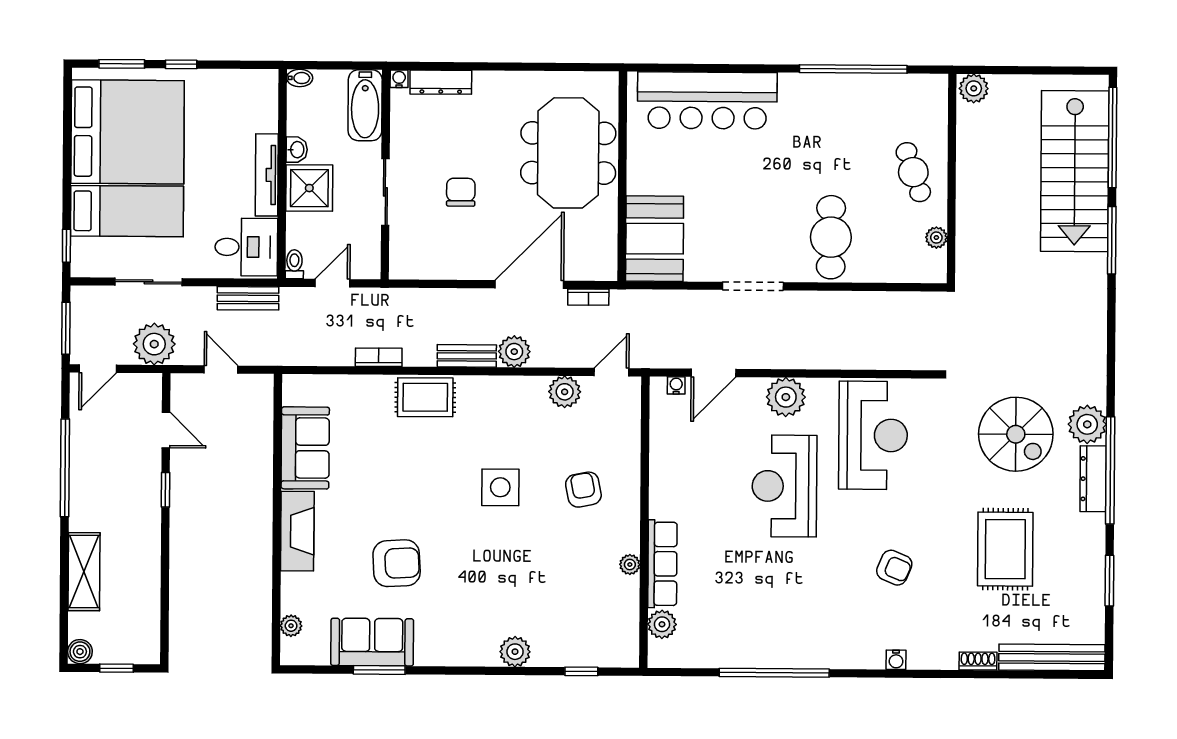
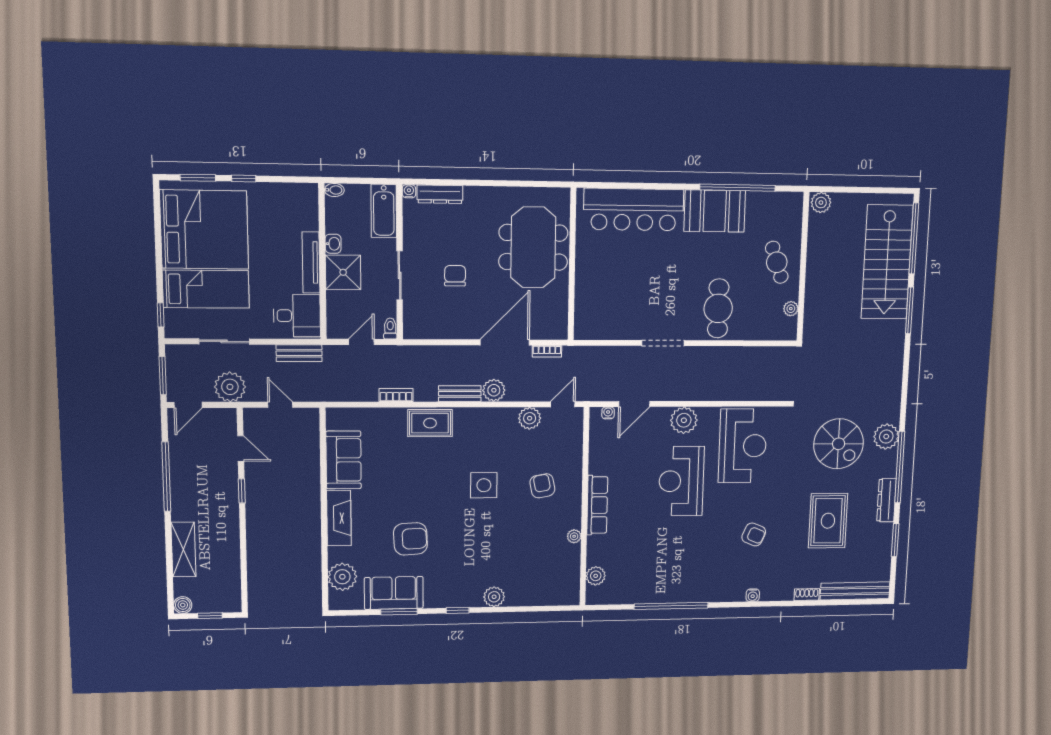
booth: (655, 239) -> (715, 211), moved, turned 90
toilet: (294, 264) -> (390, 329), moved
dresser: (1093, 479) -> (887, 500), moved
row of seats: (662, 564) -> (597, 505), moved
plant: (291, 626) -> (342, 577), width x1.88, depth x1.88
window: (581, 671) -> (458, 610), moved

